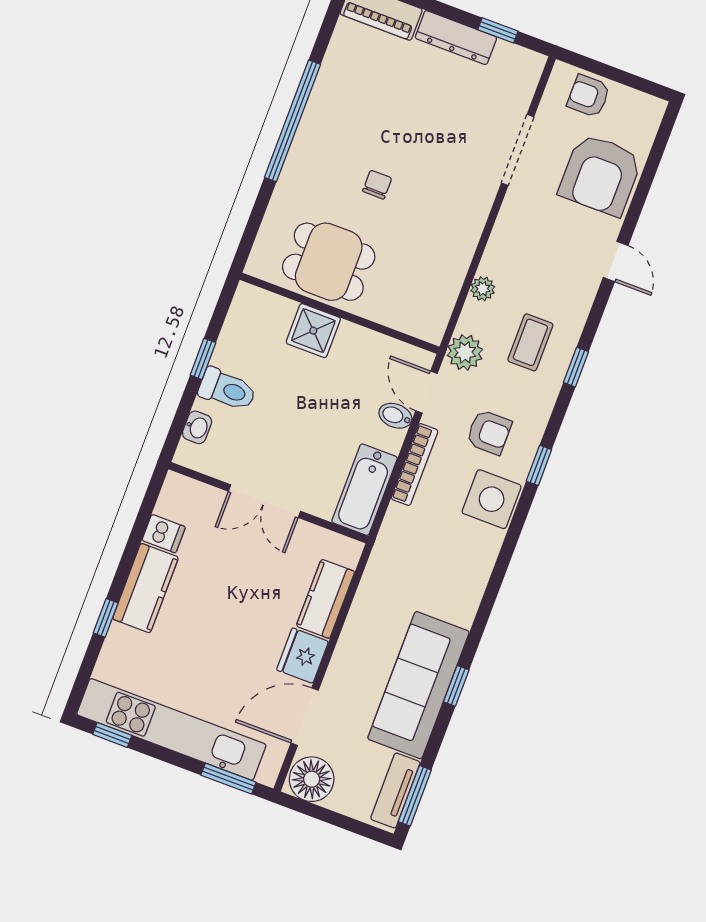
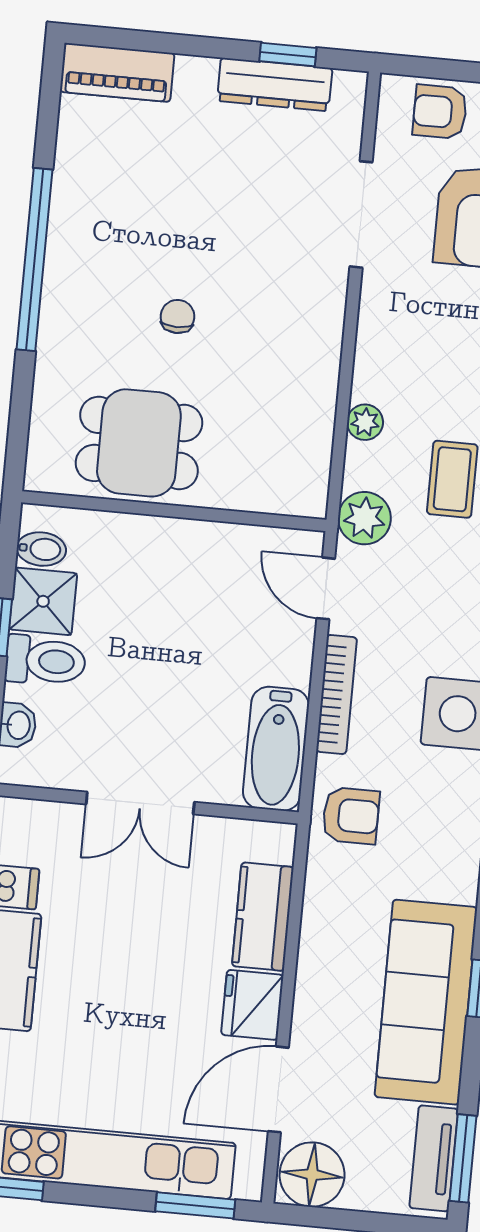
dresser: (456, 38) -> (275, 85), moved
shower: (313, 331) -> (43, 601), moved
bidet: (395, 416) -> (41, 549), moved, turned 180
armchair: (489, 432) -> (351, 816), moved

